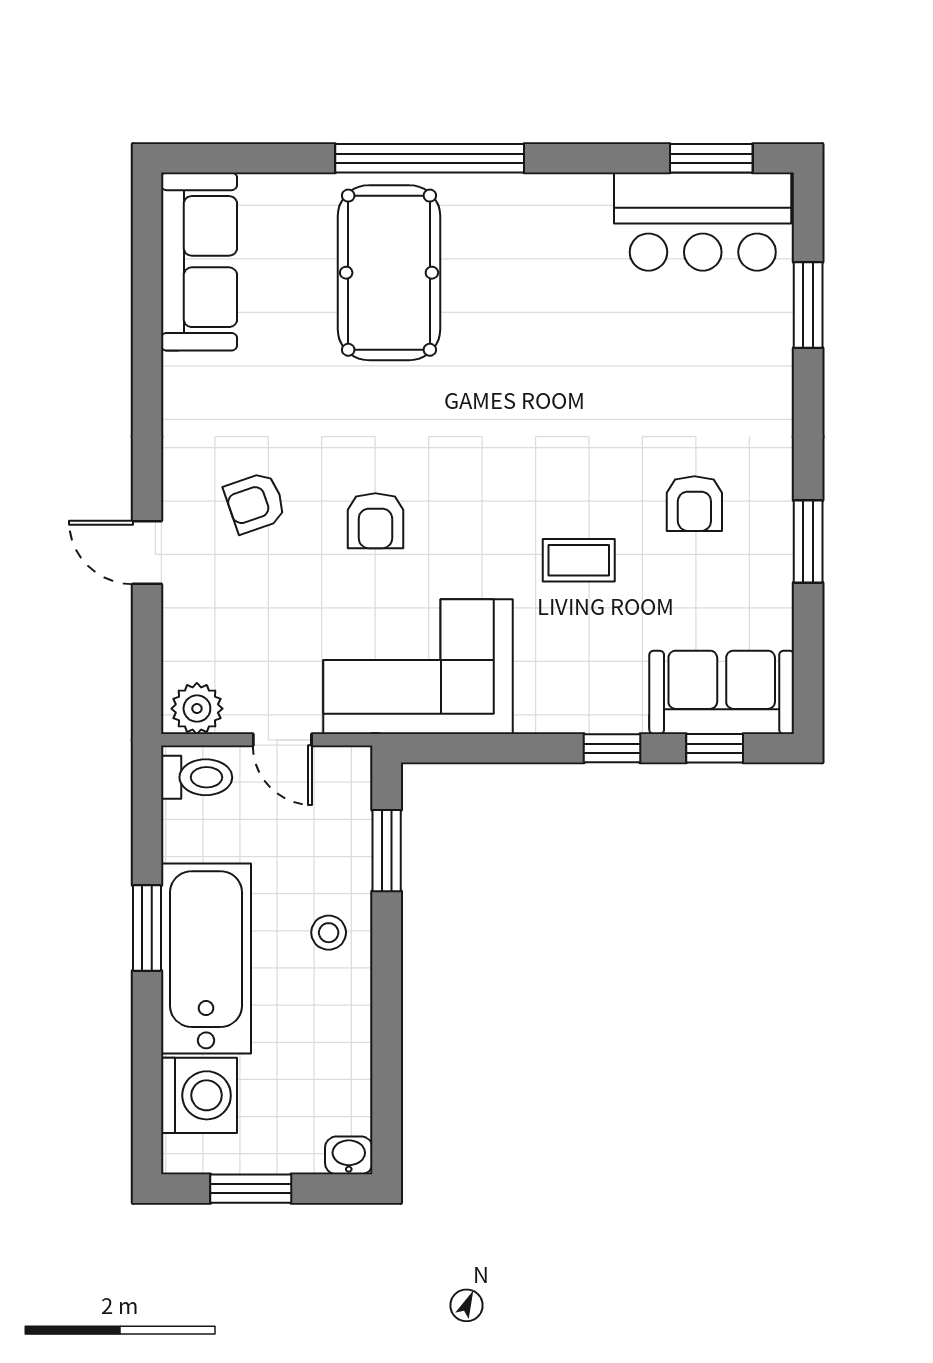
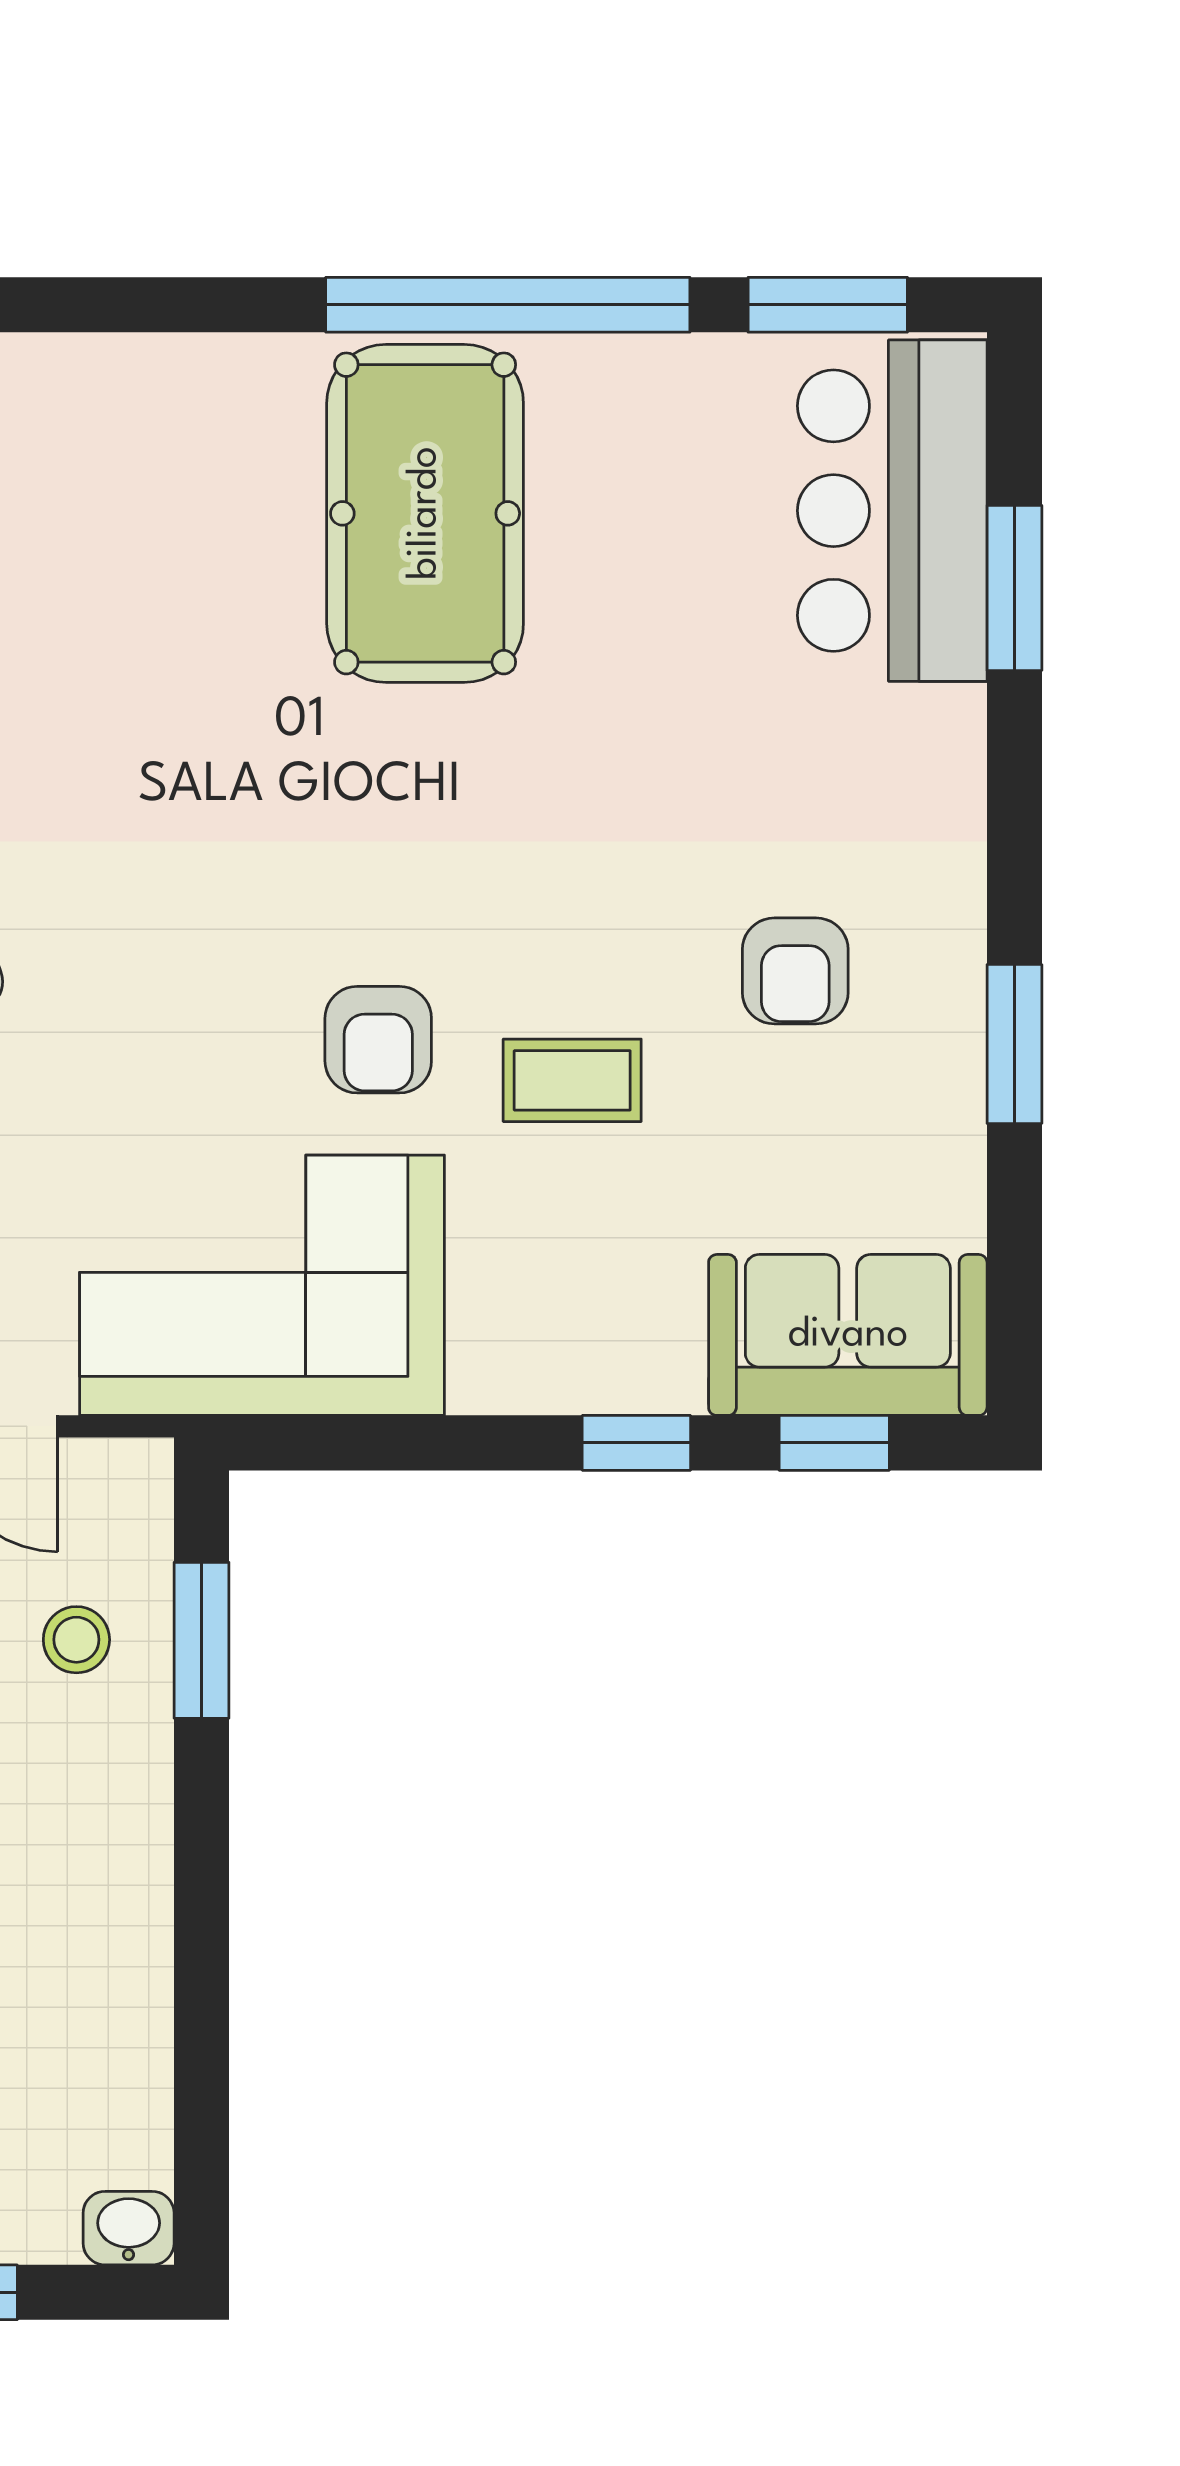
window: (430, 158) -> (508, 305), moved
bar counter: (703, 222) -> (892, 511), moved, turned 90
pool table: (389, 273) -> (425, 513), moved
armchair: (375, 521) -> (378, 1040), moved
stool: (329, 933) -> (76, 1640), moved

